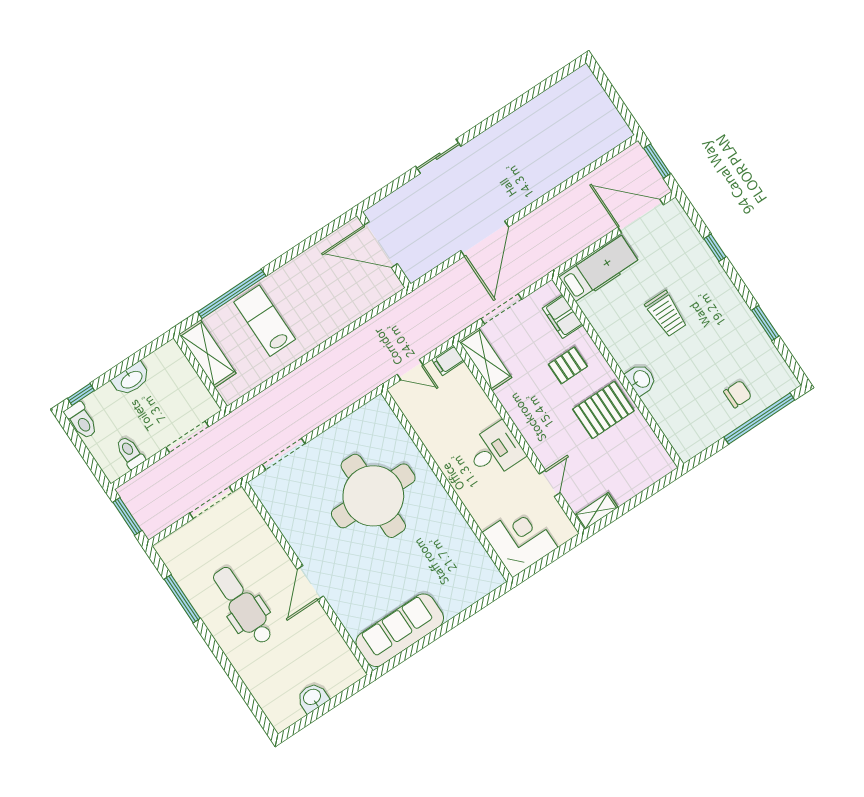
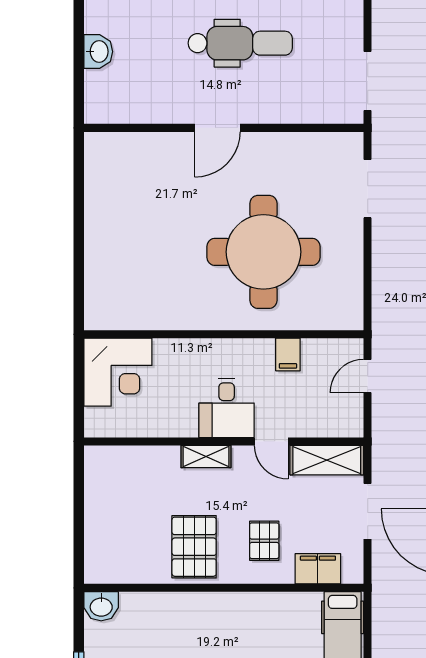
filing cabinet: (448, 360) -> (288, 354), moved, turned 180
washbasin: (641, 379) -> (101, 606), moved
door: (550, 483) -> (271, 441), moved
shelving: (596, 511) -> (206, 457), moved, turned 90
door: (310, 583) -> (217, 128), swing flipped
sofa: (400, 630) -> (108, 187), removed

